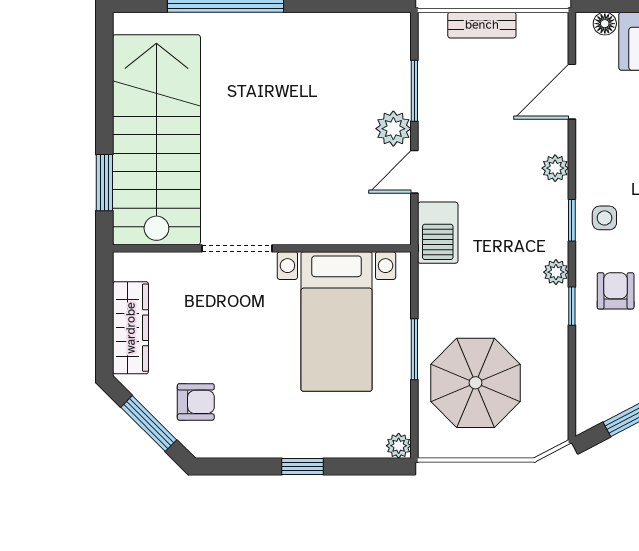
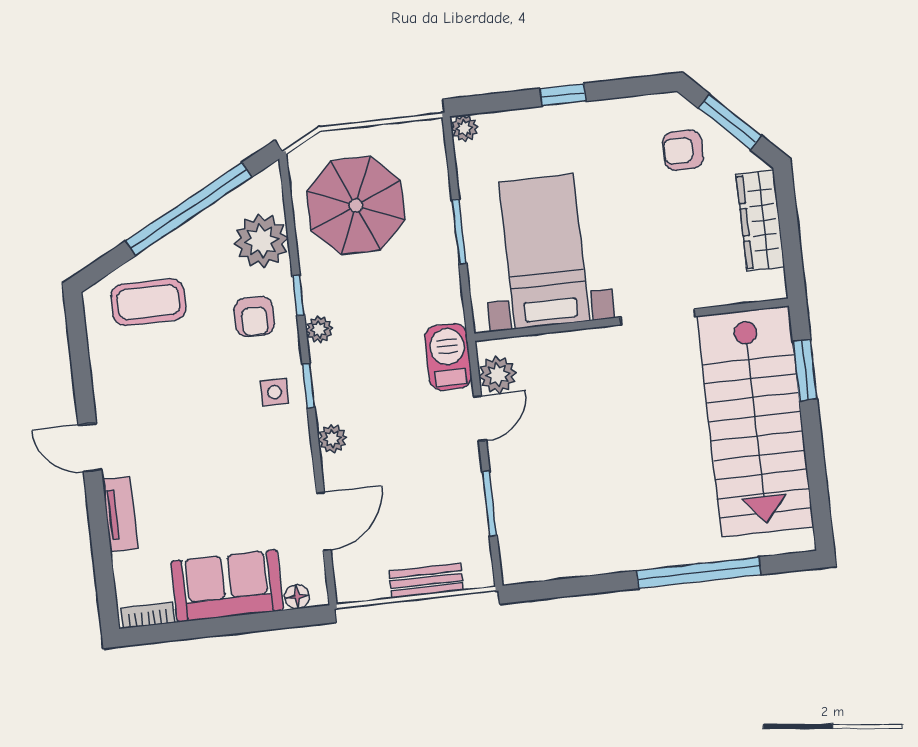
plant: (393, 129) -> (498, 375), moved
plant: (601, 361) -> (261, 241), added
parasol: (475, 383) -> (356, 205), moved

